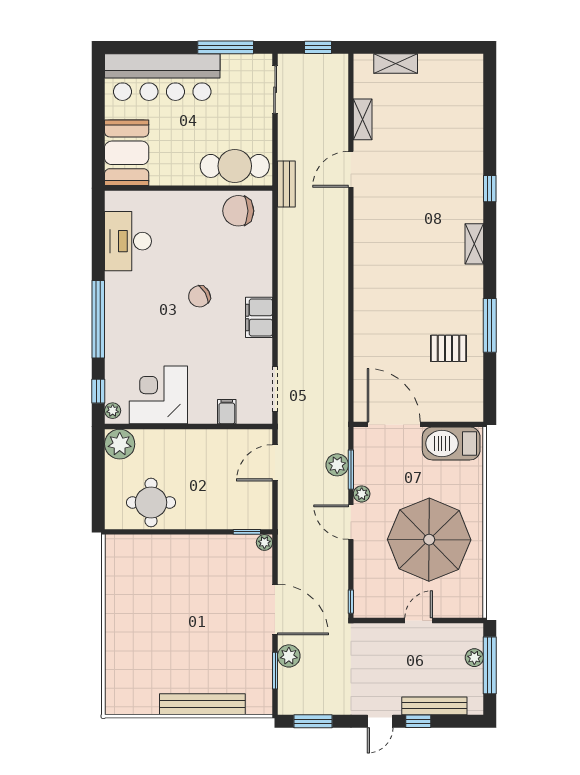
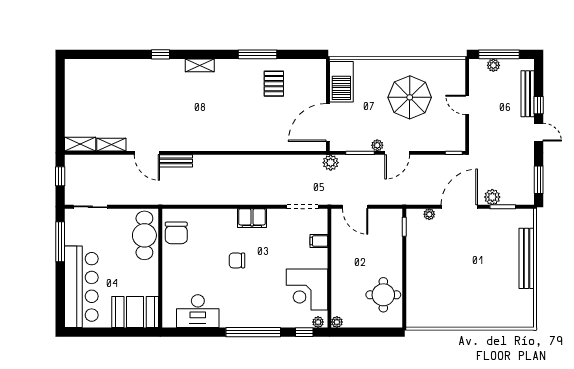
shelving: (396, 63) -> (80, 144), moved, turned 90
bench: (286, 184) -> (176, 161), moved
chair: (199, 296) -> (237, 260), turned 120
plant: (120, 444) -> (337, 322), width x0.53, depth x0.53
plant: (337, 465) -> (331, 163), moved
parasol: (429, 540) -> (410, 97), width x0.73, depth x0.73
plant: (264, 542) -> (429, 214), moved

